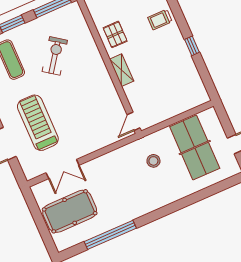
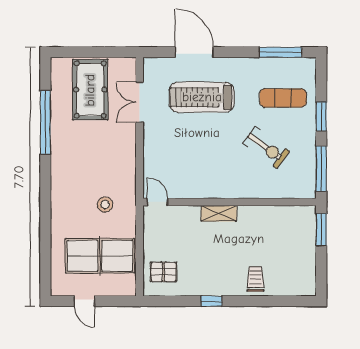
pallet: (115, 34) -> (163, 272), moved
treadmill: (38, 123) -> (202, 97), turned 180

